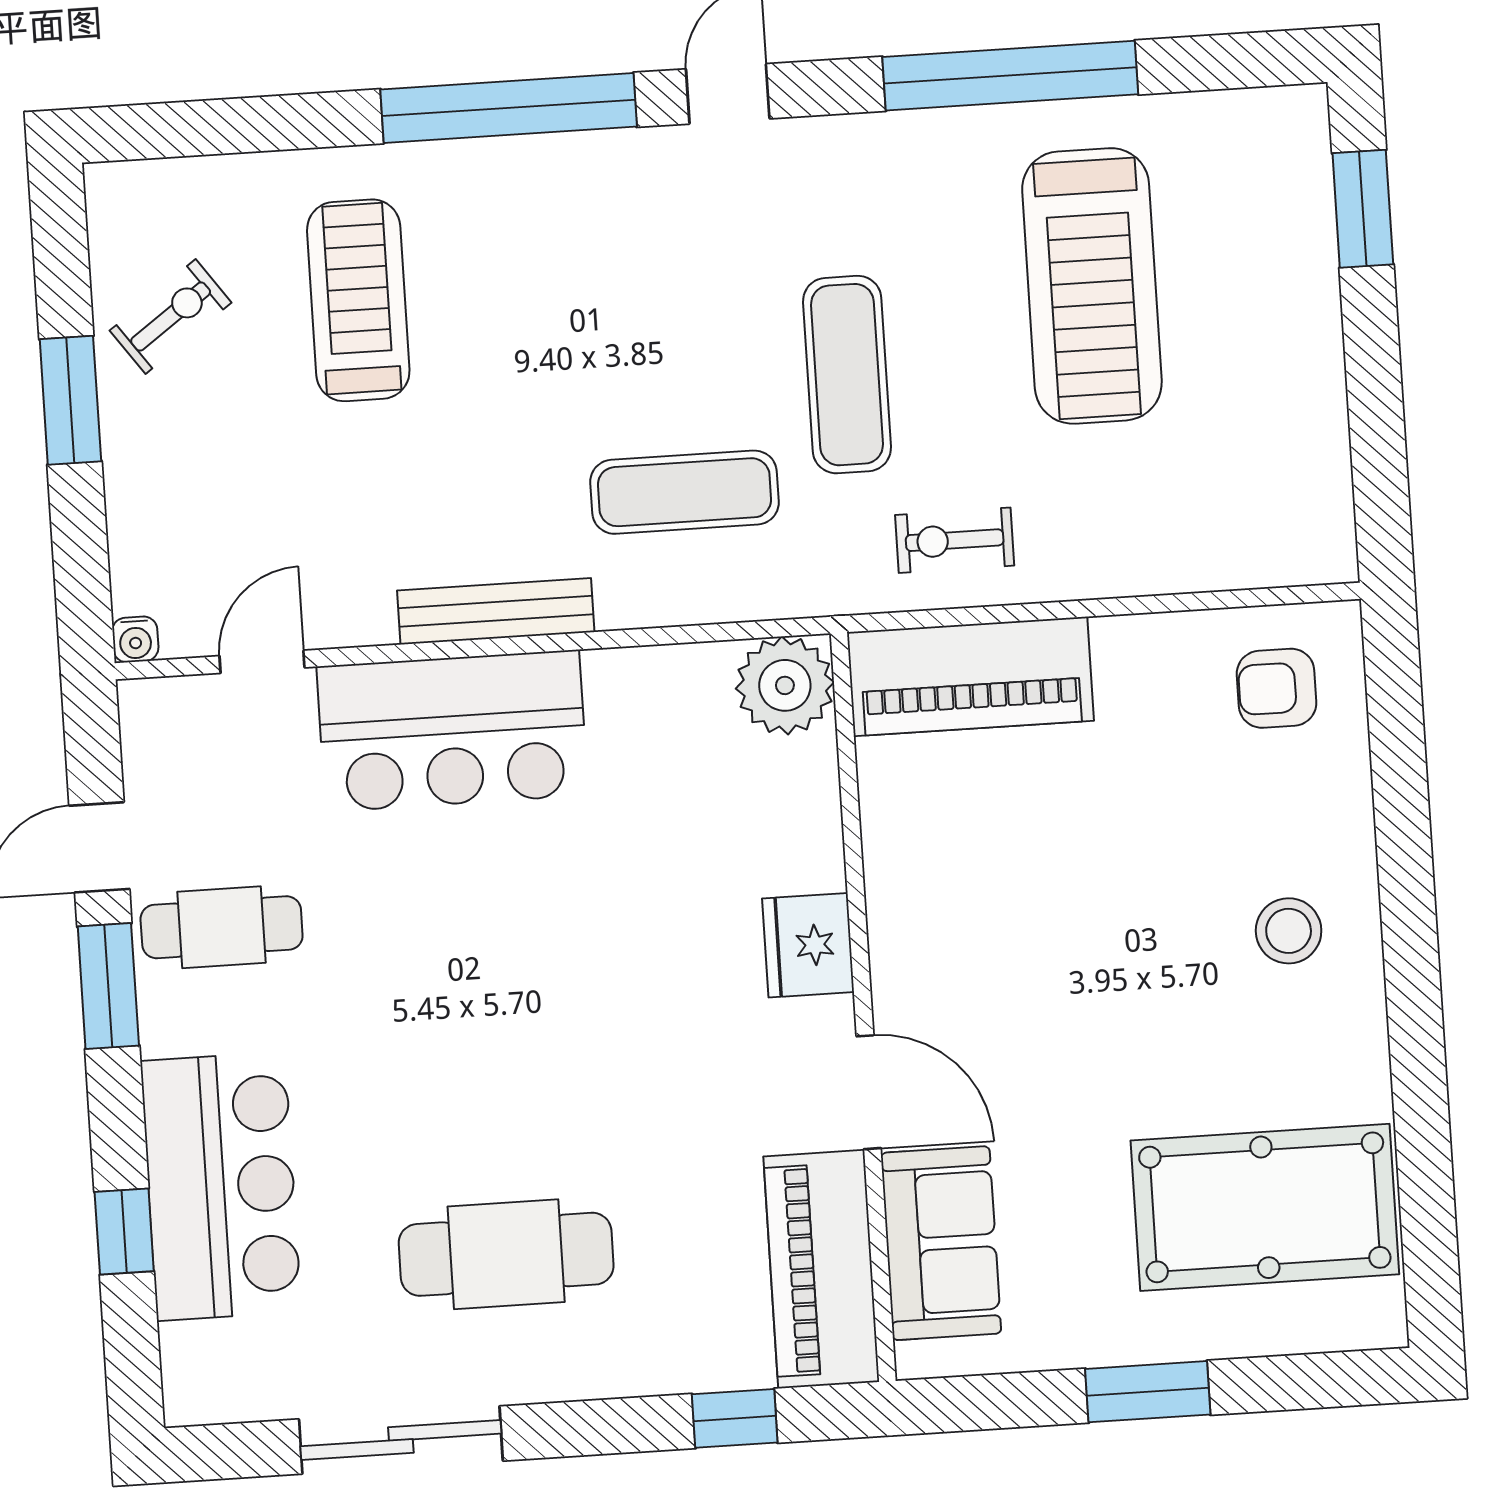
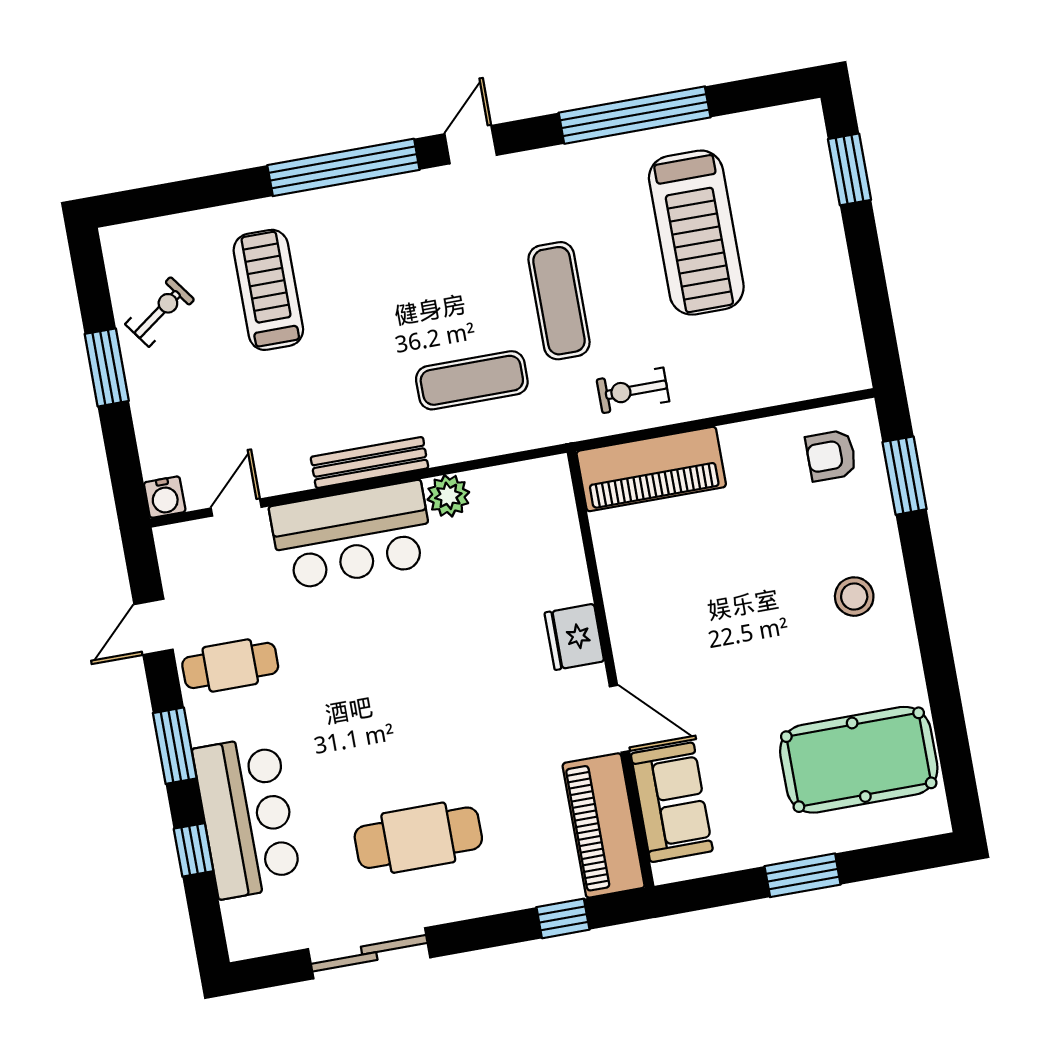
water cooler: (135, 639) -> (165, 497), width x1.38, depth x1.38
plant: (785, 685) -> (448, 496), moved, width x0.73, depth x0.73
window: (1397, 736) -> (905, 476), added
window: (108, 986) -> (175, 746), moved

